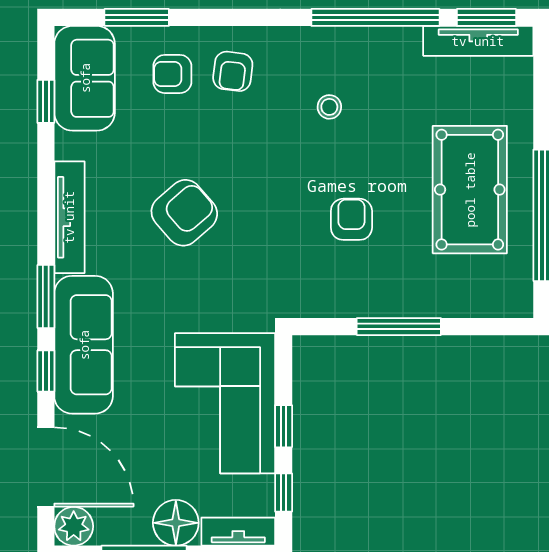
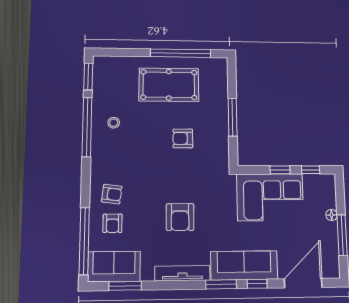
window: (137, 17) -> (84, 241), width x2.11
tv unit: (478, 41) -> (99, 80), removed
window: (46, 101) -> (125, 286), width x1.50
stool: (329, 107) -> (114, 123), moved
armchair: (184, 213) -> (180, 217), turned -139
floor lamp: (176, 523) -> (332, 215), width x0.53, depth x0.53
plant: (74, 526) -> (331, 269), removed
tv unit: (238, 532) -> (329, 191), removed

